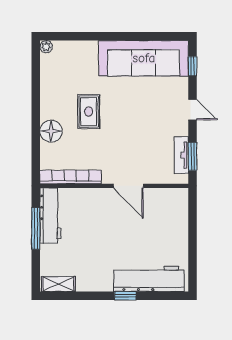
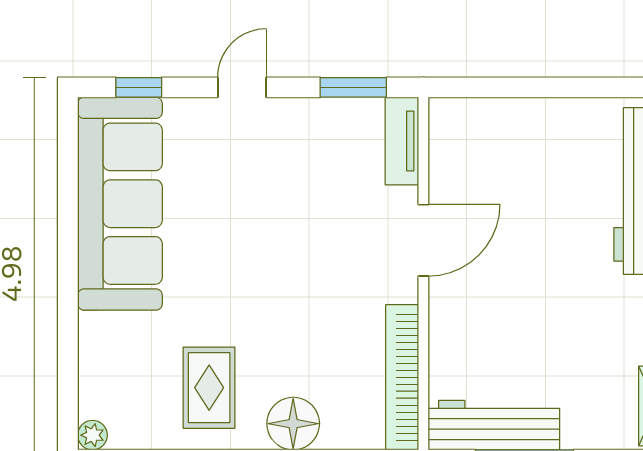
rug: (89, 112) -> (209, 388), moved, turned 90
tv unit: (181, 155) -> (402, 141), moved, turned 90

